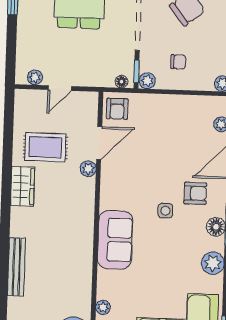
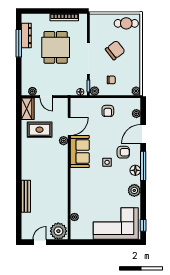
door: (60, 88) -> (46, 97), hinge flipped
armchair: (117, 109) -> (108, 111), moved
wardrobe: (23, 186) -> (28, 109), moved
sofa: (115, 240) -> (80, 151), moved

